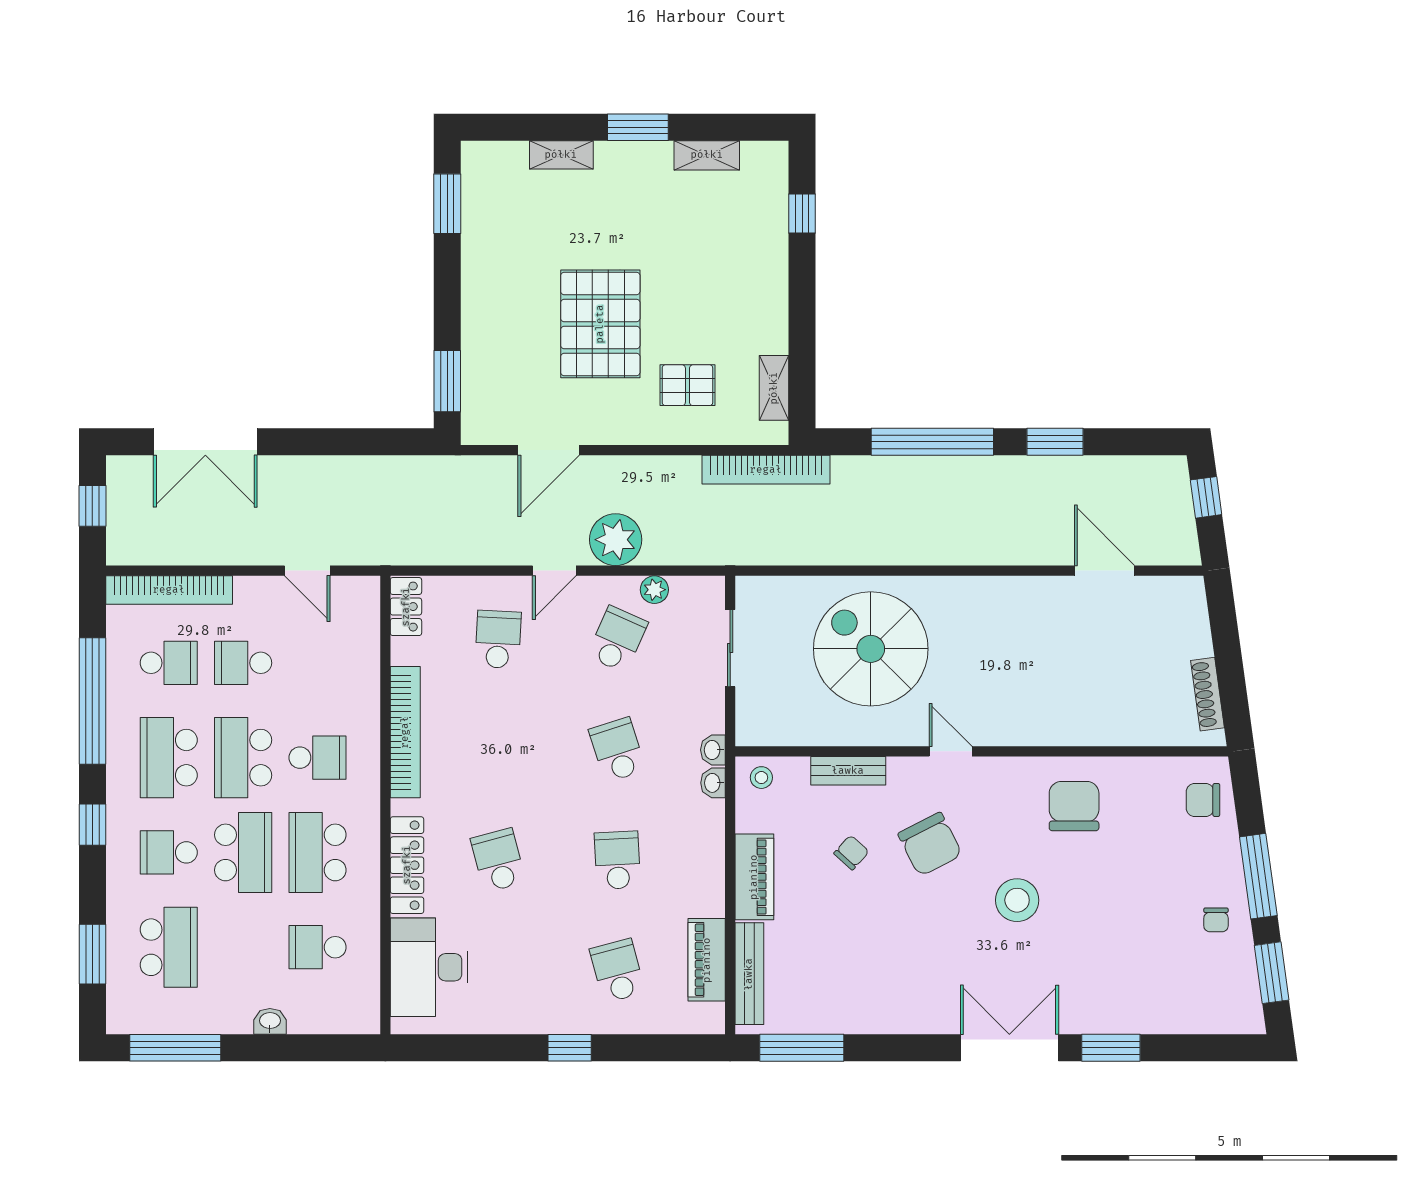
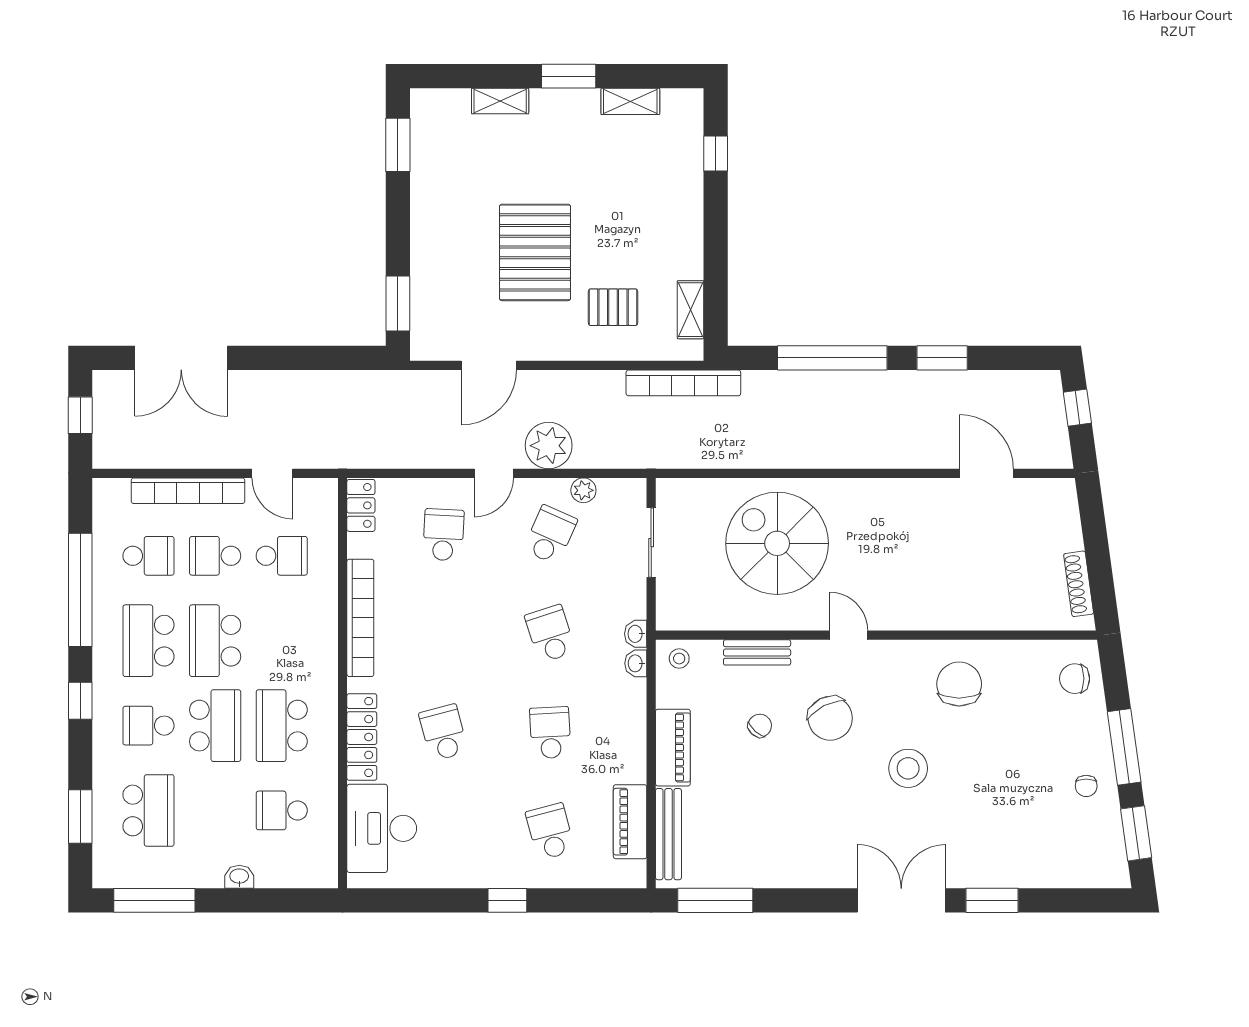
bookcase: (169, 590) -> (188, 491), moved
school desk: (318, 758) -> (282, 556), moved

